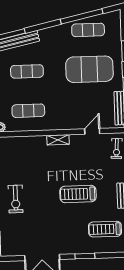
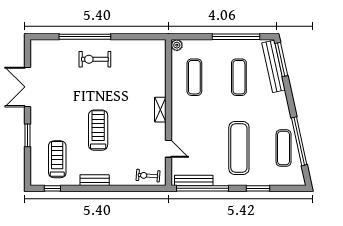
exercise mat: (89, 69) -> (239, 148), width x0.68

